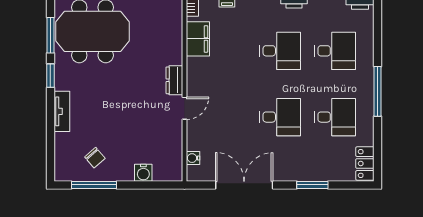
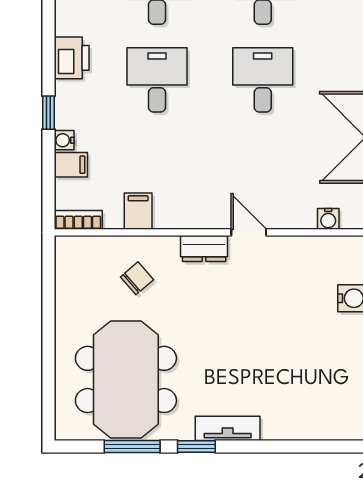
filing cabinet: (198, 39) -> (138, 211), width x0.50
tv unit: (62, 111) -> (228, 428), moved
chair: (95, 158) -> (137, 278), moved

